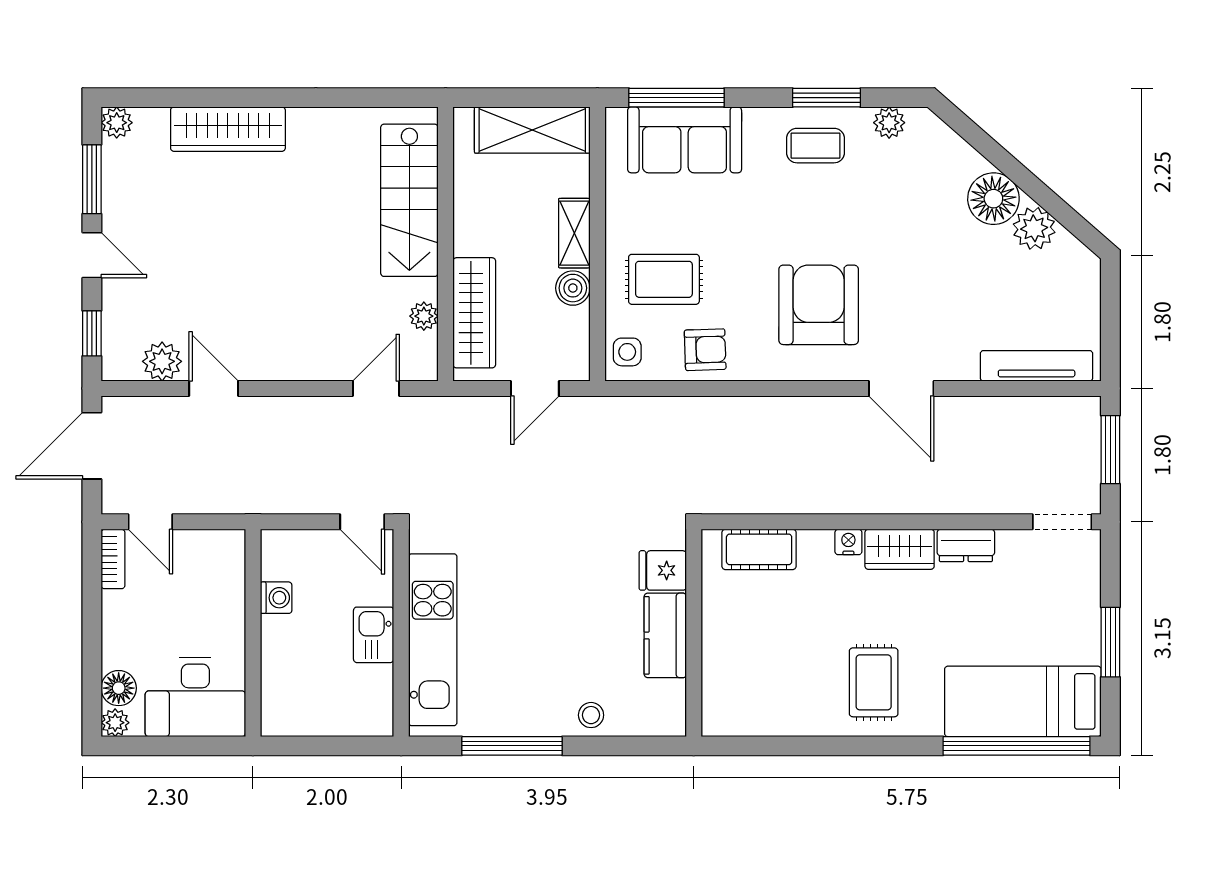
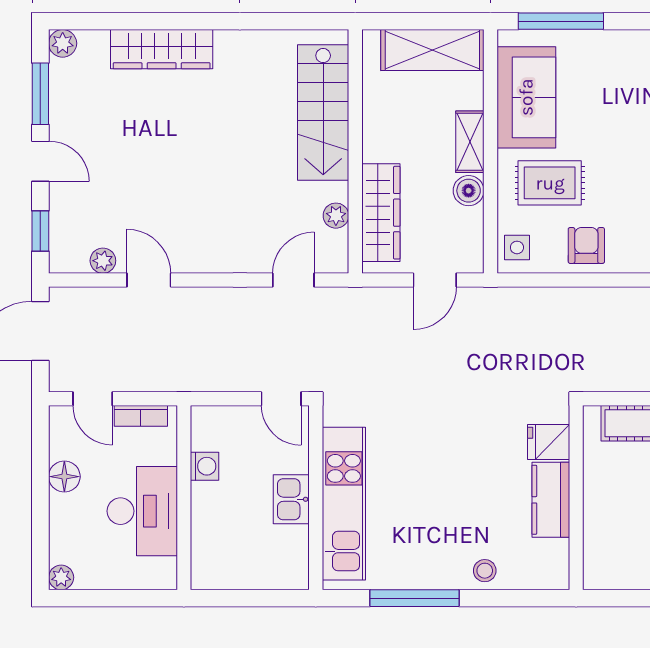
sofa: (685, 140) -> (526, 97), moved, turned -90
armchair: (705, 350) -> (586, 245), turned -88
plant: (162, 361) -> (103, 261), width x0.73, depth x0.73
bookcase: (113, 559) -> (141, 416), moved, turned 90
floor lamp: (119, 688) -> (64, 477), moved
desk: (195, 697) -> (142, 511), moved, turned -90

